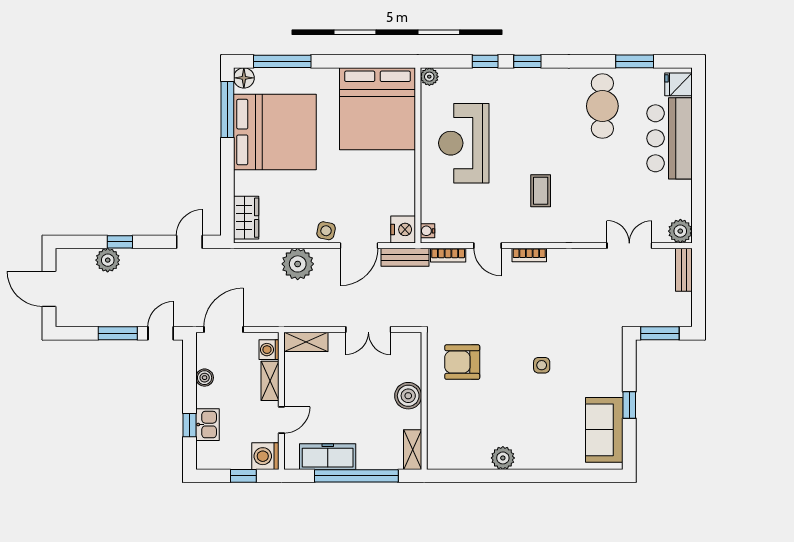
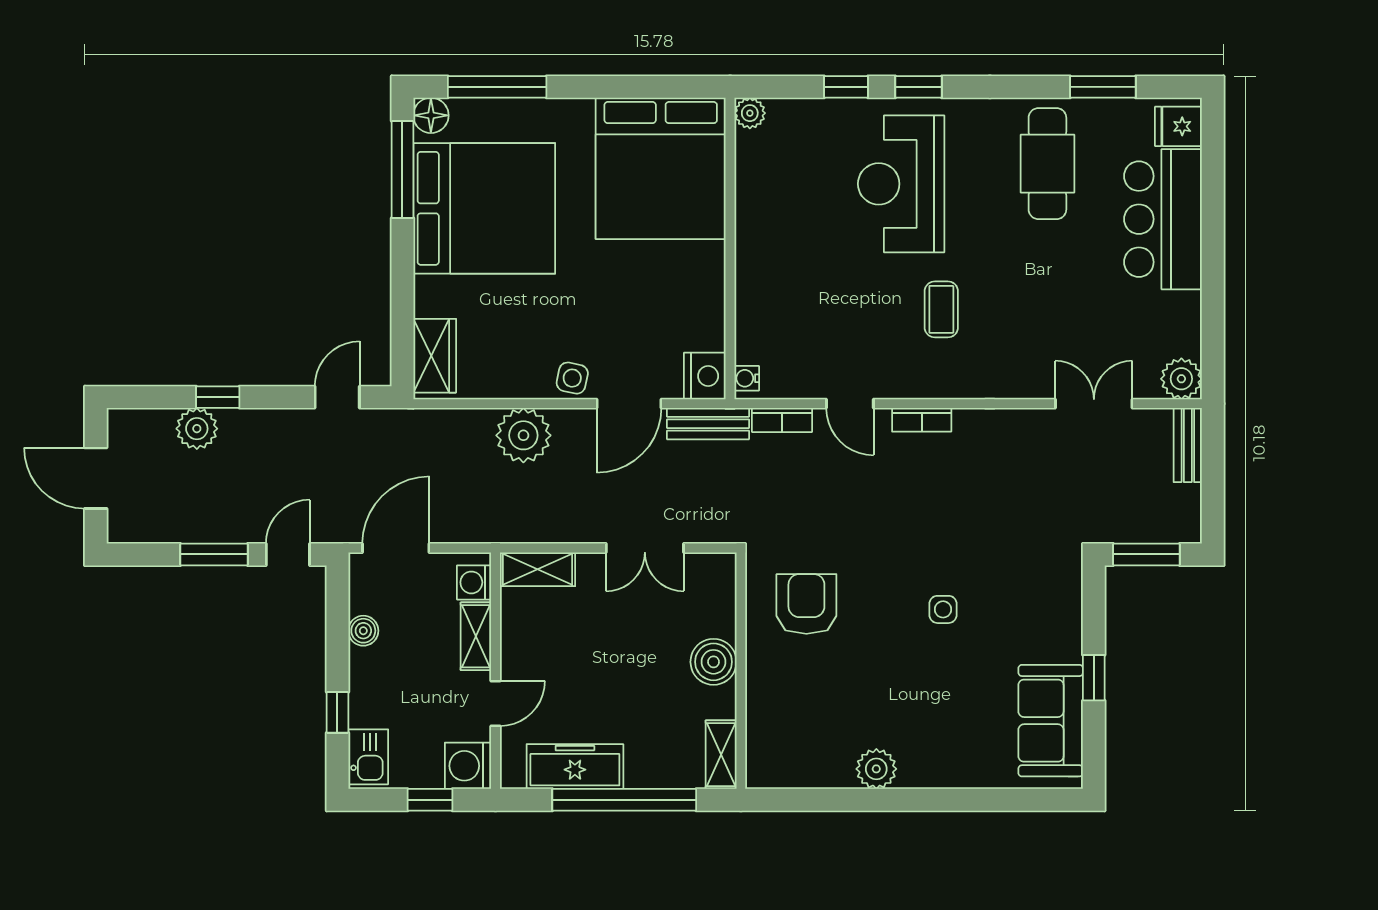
reception desk: (464, 143) -> (901, 184), moved
armchair: (462, 362) -> (806, 604), turned 90
kitchen sink: (207, 425) -> (368, 757), moved

